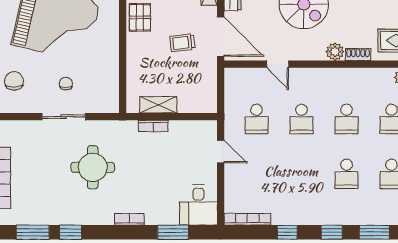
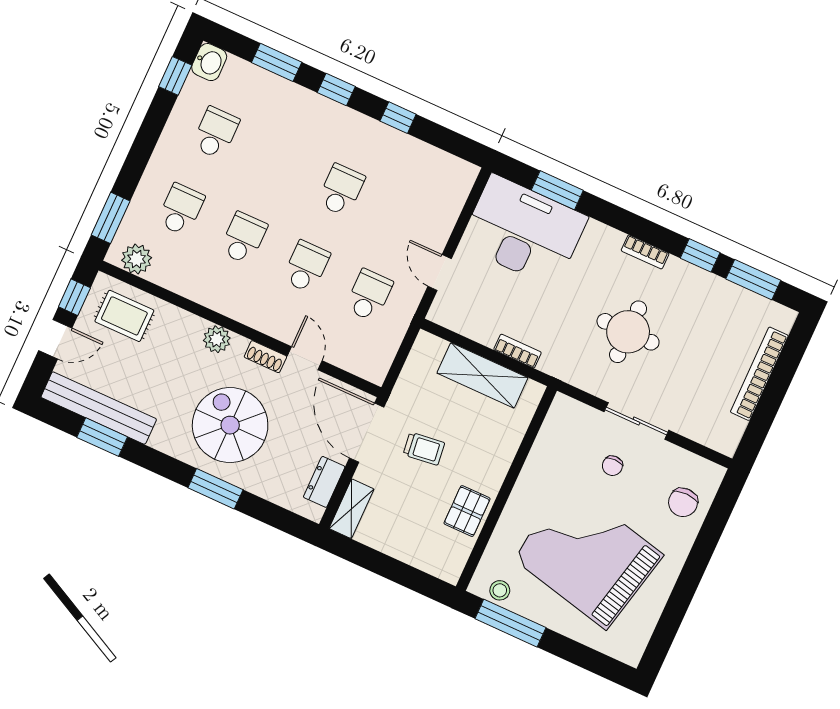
shoe rack: (358, 54) -> (265, 357), moved
shelving: (158, 105) -> (482, 375), width x1.50, depth x1.33
school desk: (347, 174) -> (341, 190), moved
desk: (198, 205) -> (524, 231), width x1.87, depth x1.30
bookcase: (129, 219) -> (645, 252), moved
bookcase: (247, 219) -> (445, 161), removed

